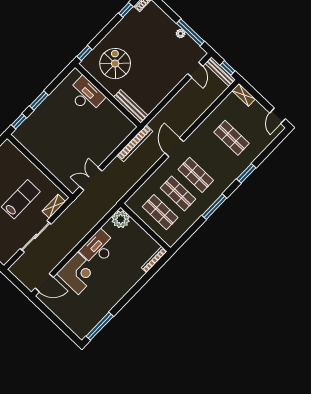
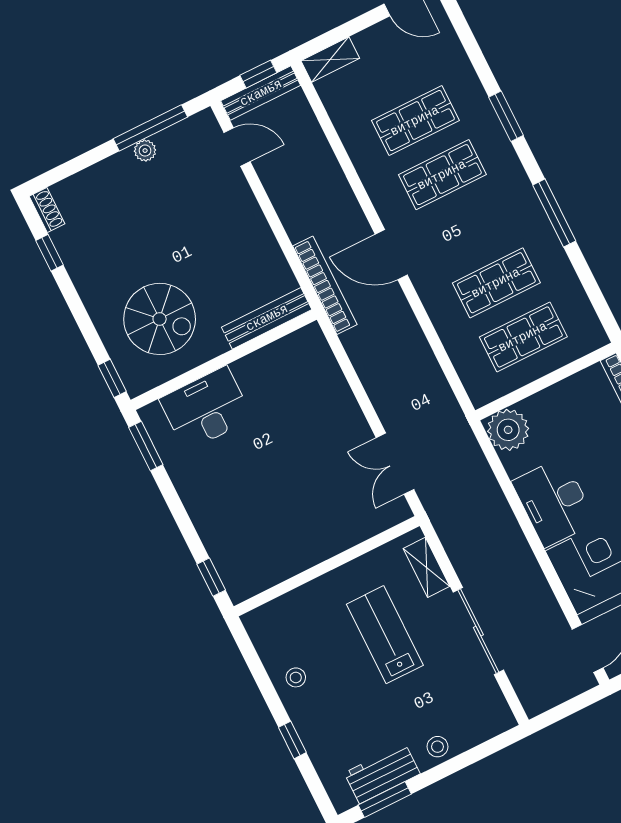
spiral stairs: (115, 64) -> (160, 319), turned 180
window: (39, 100) -> (146, 446), moved
bookcase: (135, 143) -> (325, 285), moved
shop shelf: (196, 175) -> (442, 175), moved

